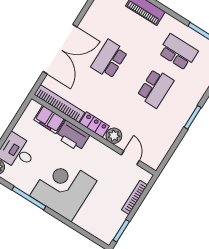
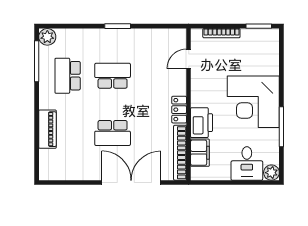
plant: (114, 136) -> (178, 86), removed

